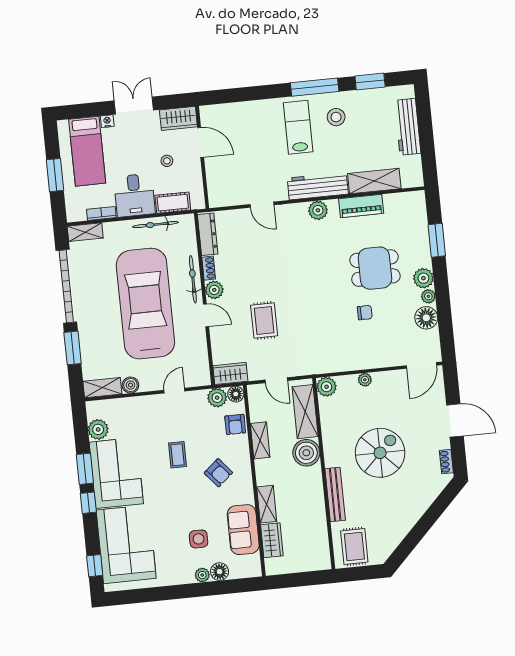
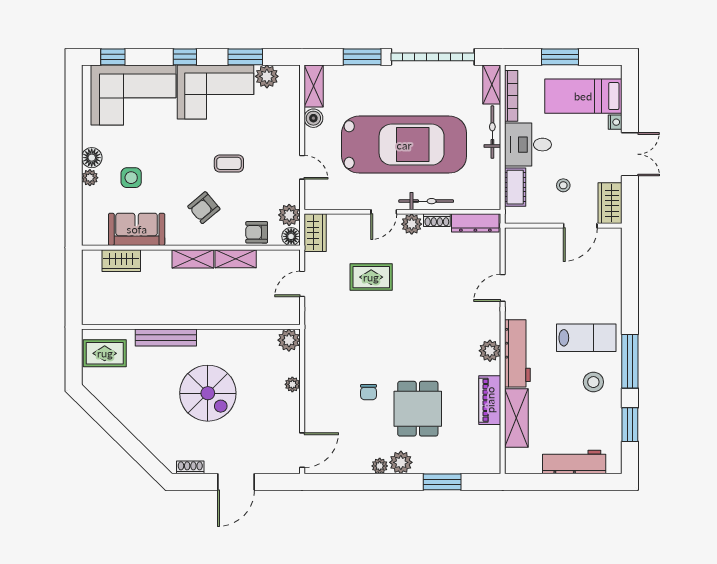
bookcase: (101, 213) -> (511, 96), width x1.56
bicycle: (156, 225) -> (492, 132), moved
floor lamp: (426, 318) -> (356, 461), removed
door: (421, 365) -> (302, 450), swing flipped
shelving: (305, 412) -> (263, 313), removed
boiler: (306, 453) -> (216, 310), removed
window: (85, 469) -> (245, 57), moved
shelving: (267, 504) -> (193, 259), moved
floor lamp: (220, 572) -> (92, 158), moved

